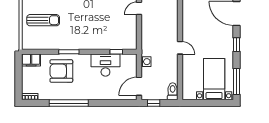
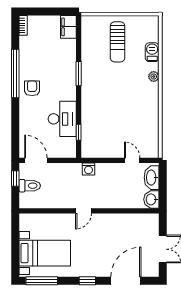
washing machine: (146, 62) -> (88, 169), moved
armchair: (61, 71) -> (32, 88), moved, width x0.53, depth x0.53
toilet: (173, 91) -> (30, 186), moved

